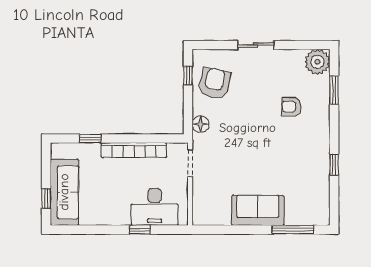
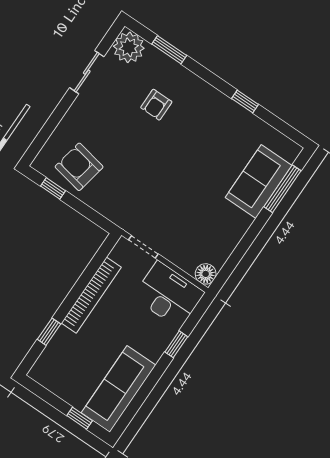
sliding door: (256, 45) -> (87, 72), moved
floor lamp: (200, 124) -> (206, 274), moved
sofa: (64, 192) -> (119, 389), moved, turned -90
desk: (155, 207) -> (169, 295), moved, turned -90
sofa: (258, 210) -> (259, 182), moved

